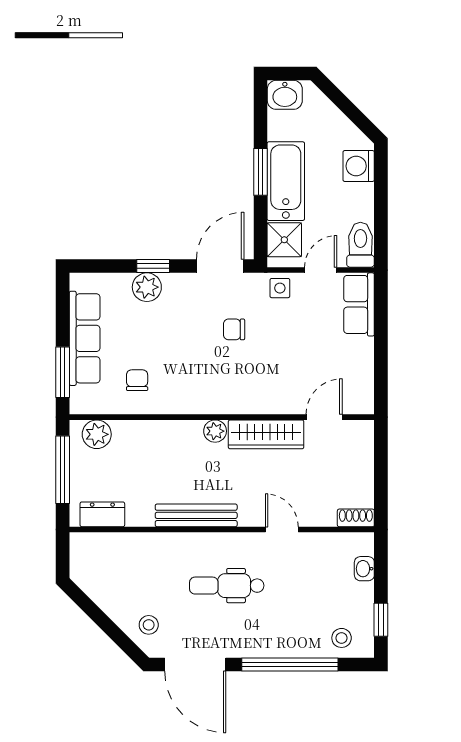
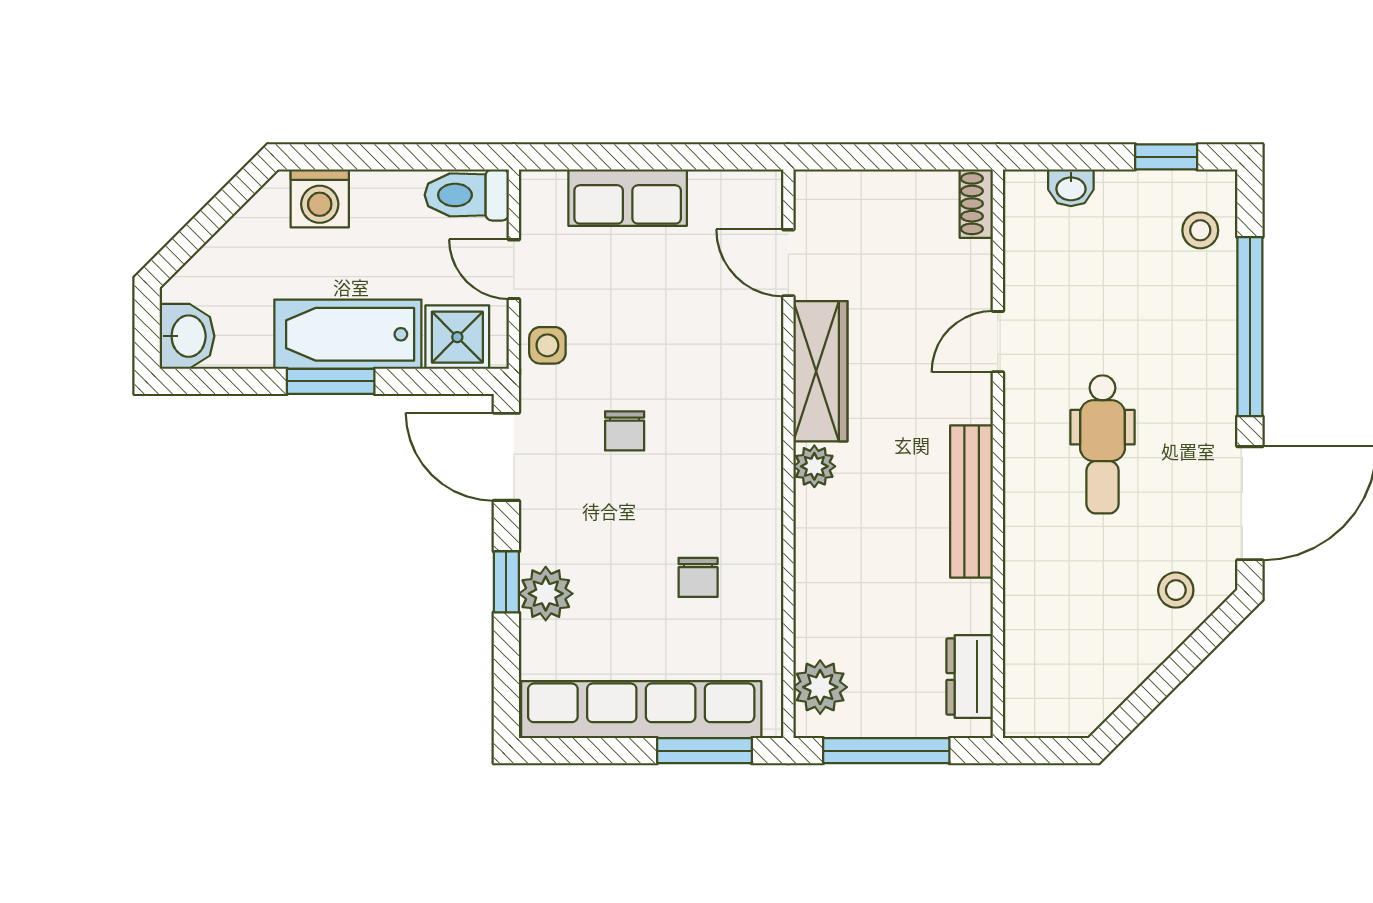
row of seats: (359, 304) -> (628, 198), moved
row of seats: (85, 338) -> (641, 710), width x1.36
chair: (137, 380) -> (698, 577), moved, turned -90

